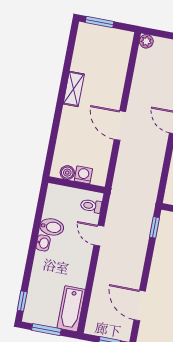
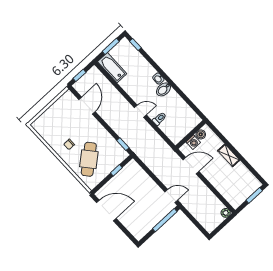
boiler: (67, 173) -> (201, 134), moved
washing machine: (83, 175) -> (193, 142), moved
wall: (76, 185) -> (191, 134), moved
door: (140, 305) -> (87, 106), hinge flipped

